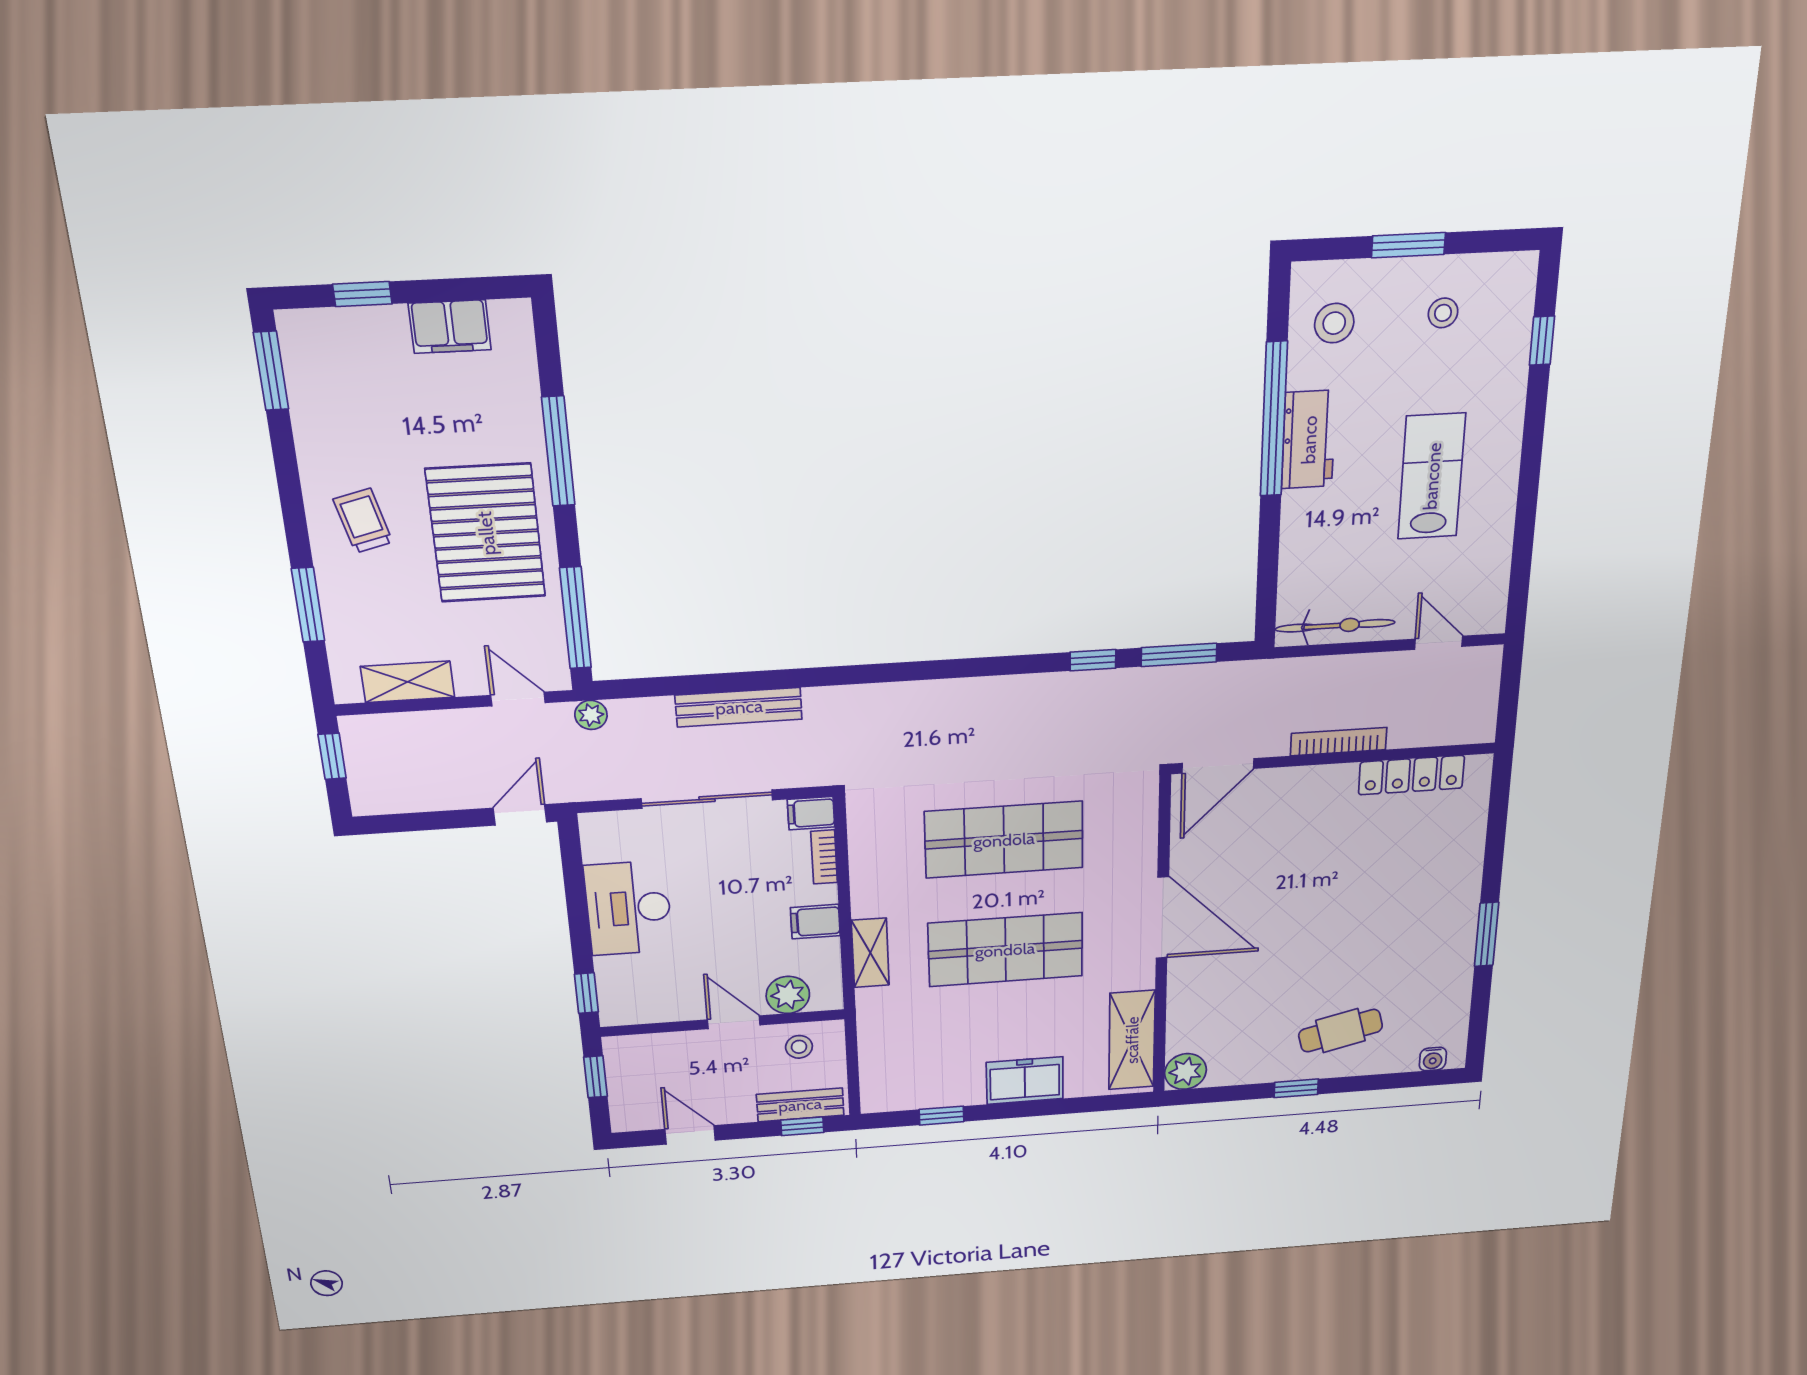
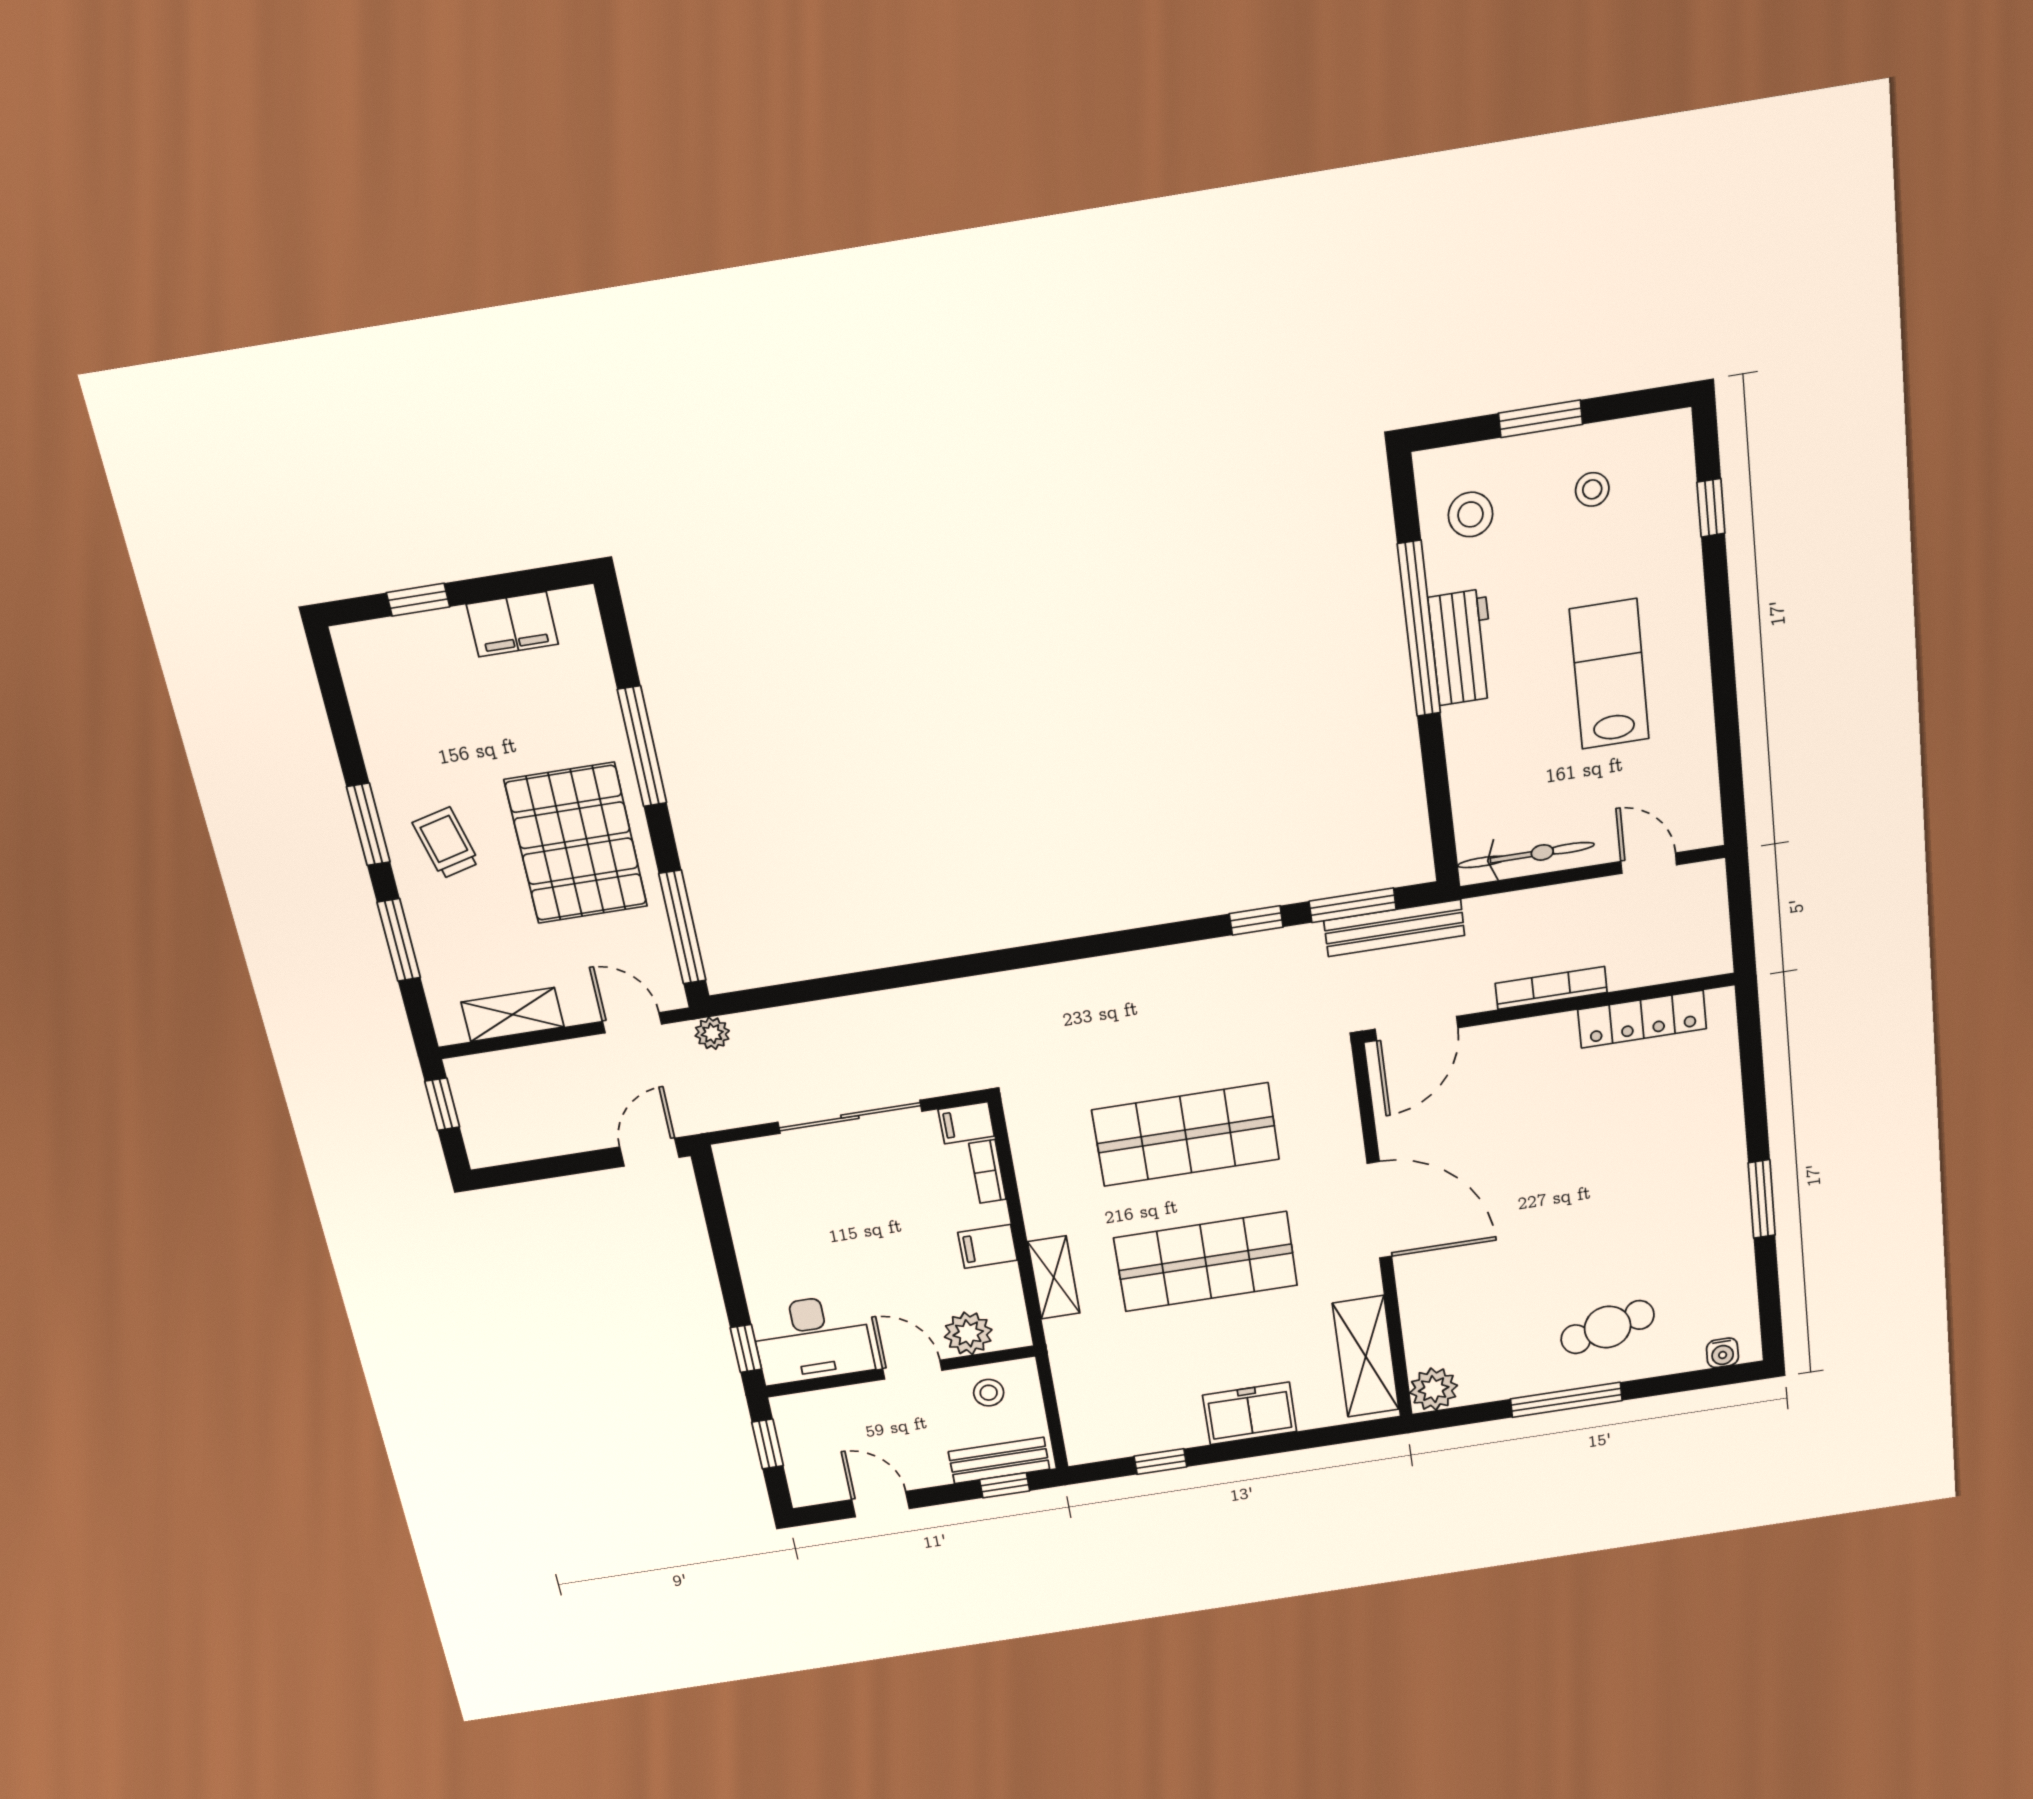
window: (271, 371) -> (368, 824), moved
bench: (739, 707) -> (1394, 928), moved
desk: (629, 908) -> (812, 1339), moved, turned -90
window: (1296, 1088) -> (1566, 1400), width x2.17

